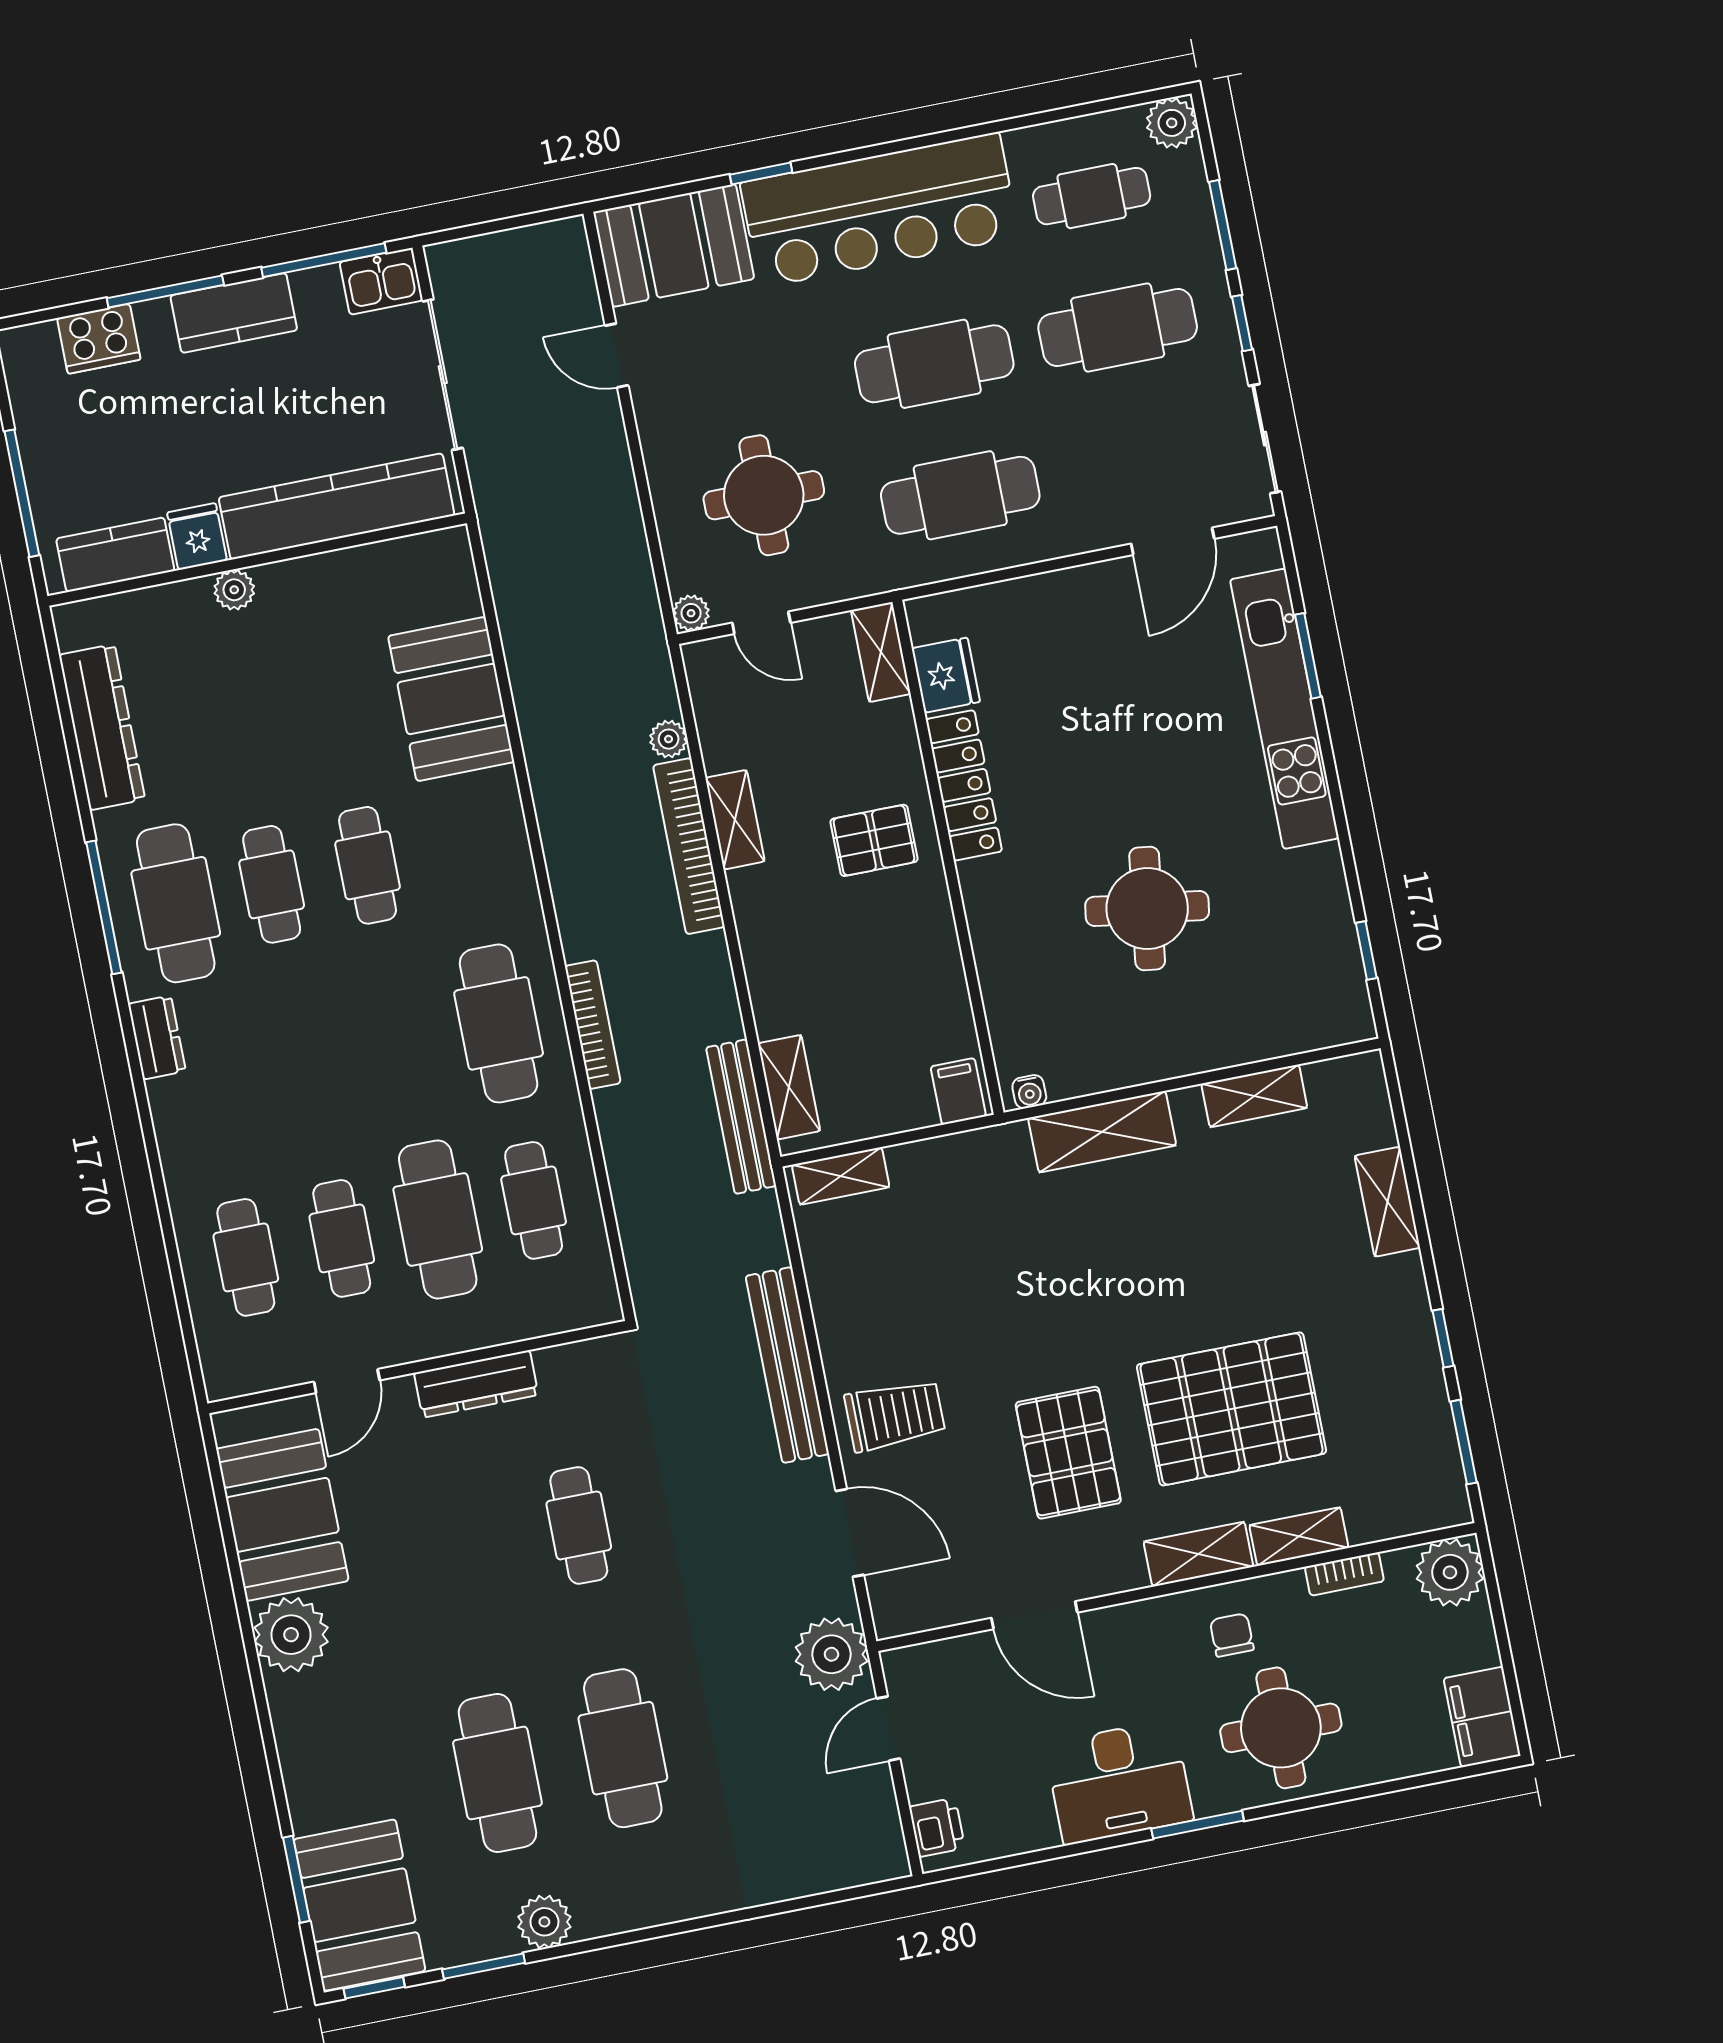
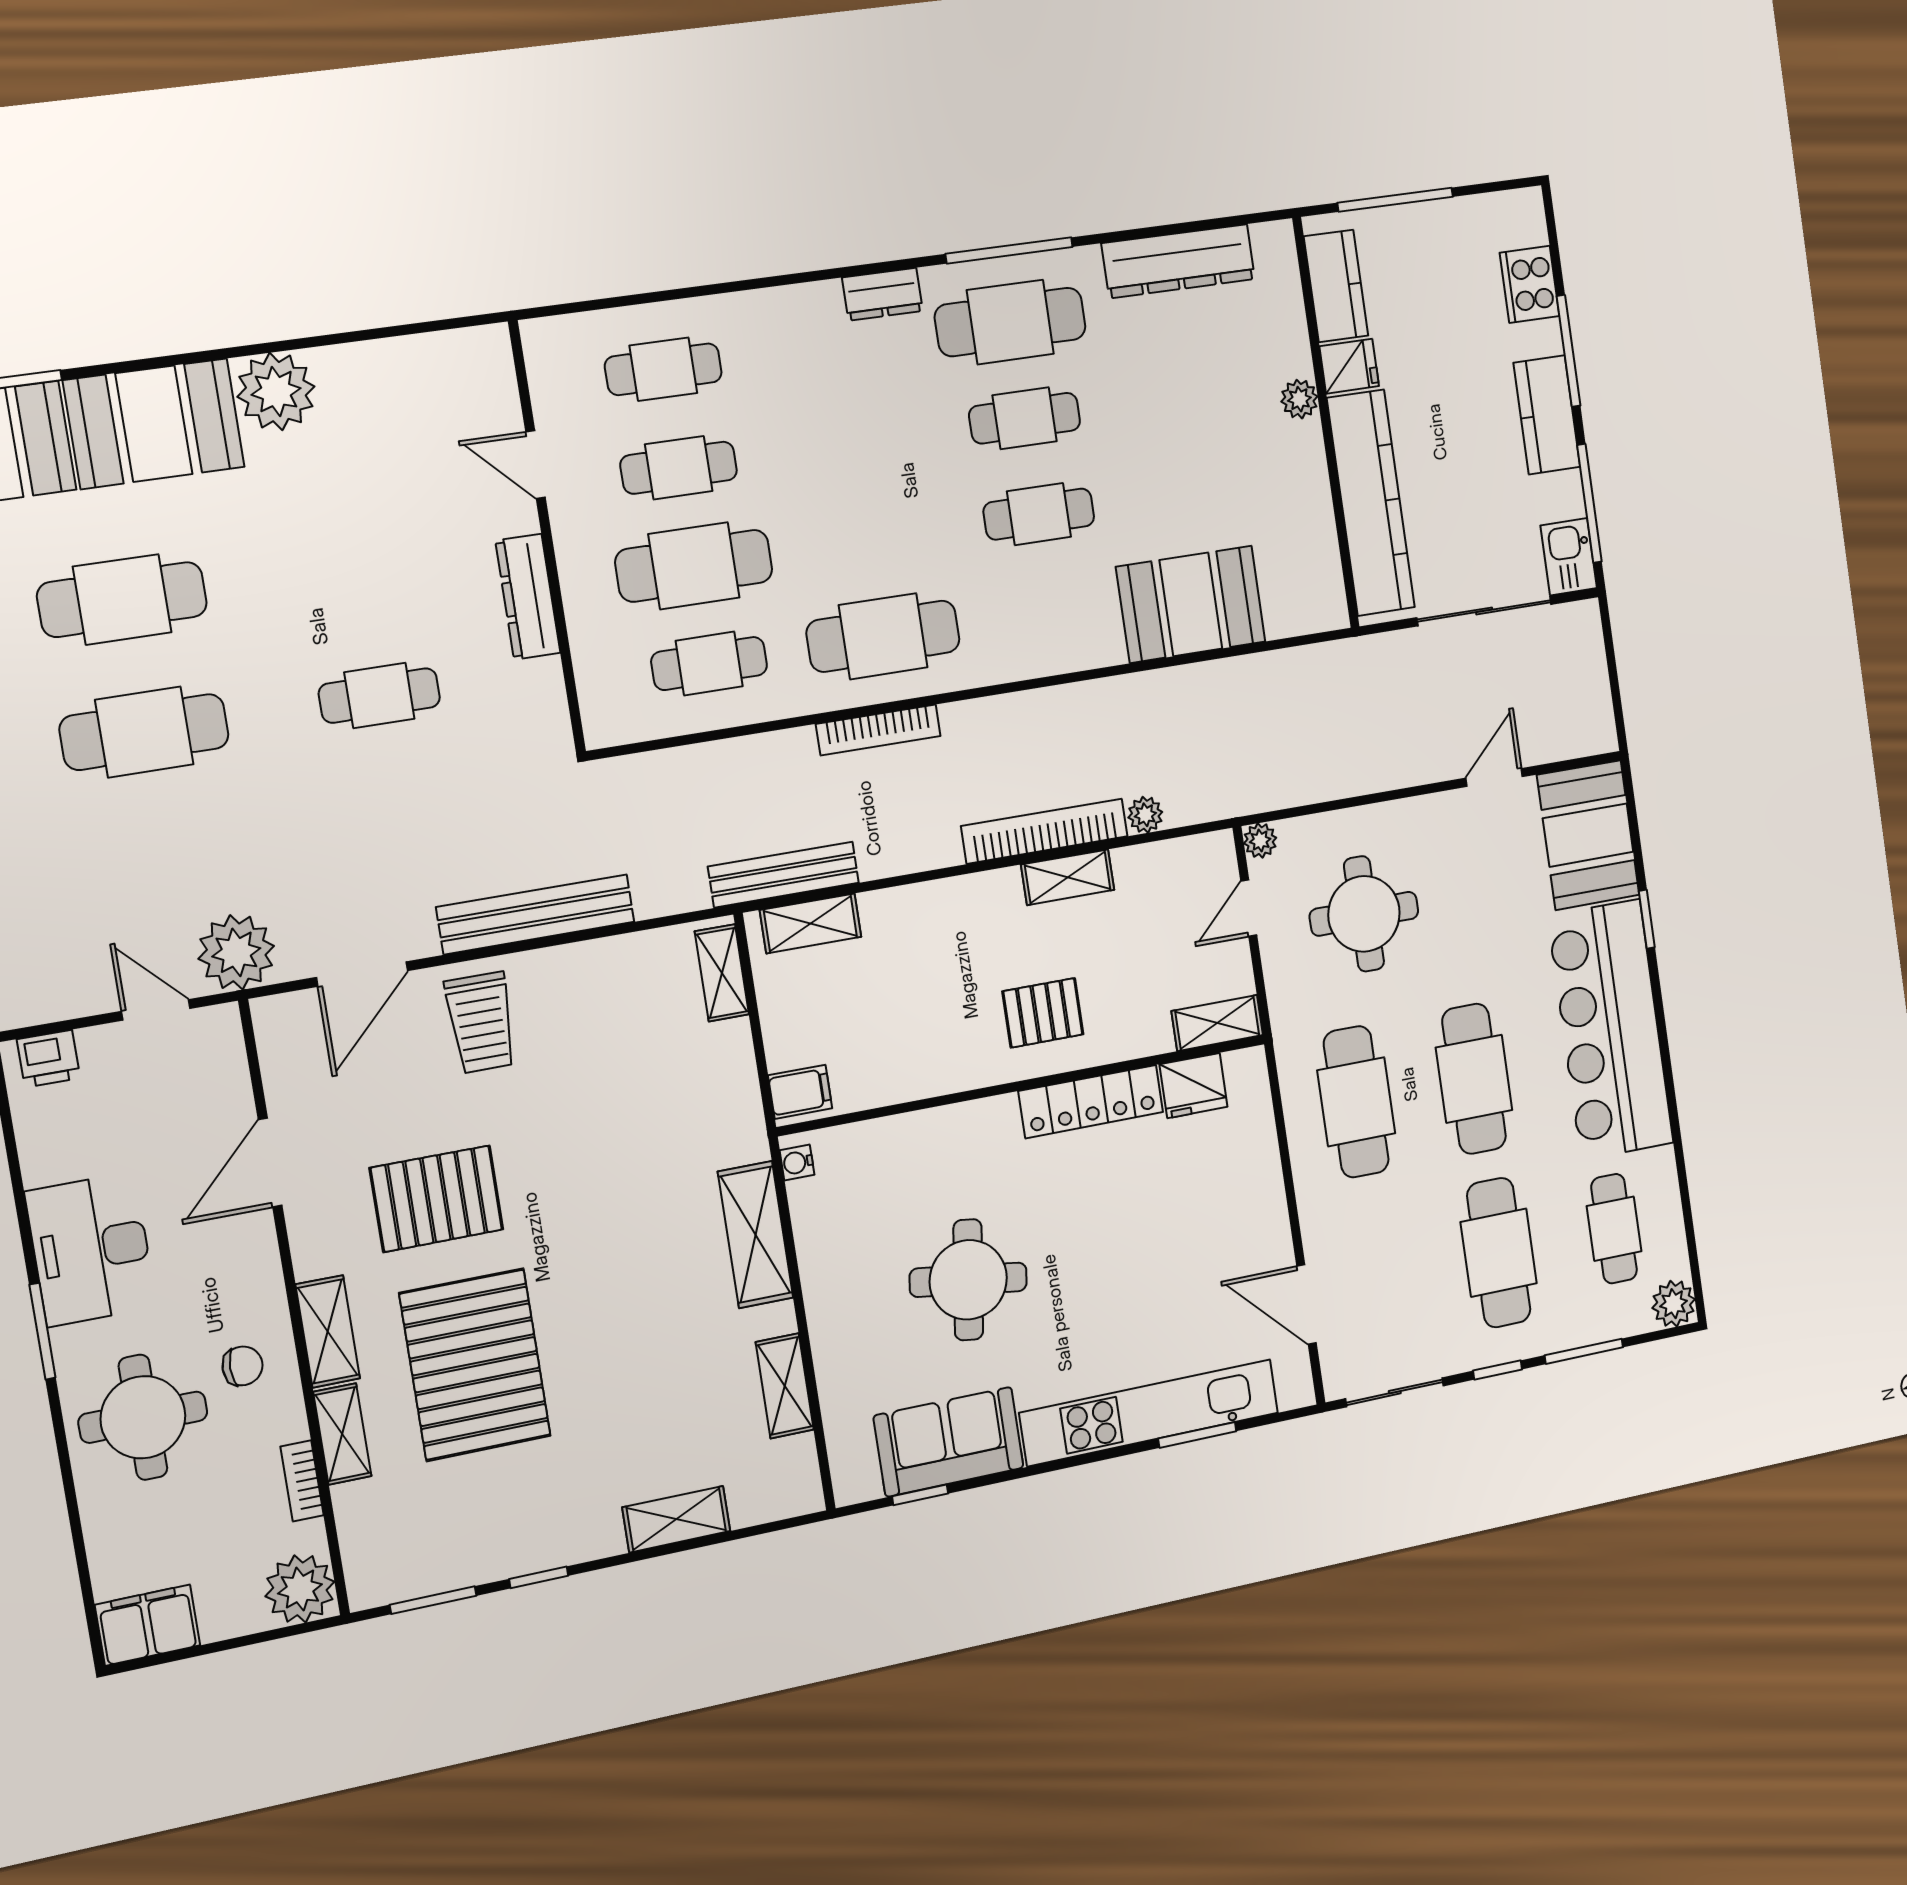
pallet: (874, 840) -> (1043, 1013), turned 90
sofa: (1312, 923) -> (949, 1442), added
booth: (282, 1515) -> (154, 424), moved

